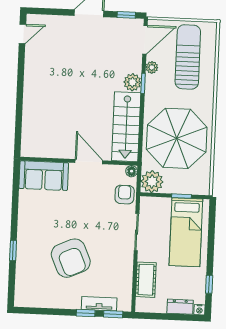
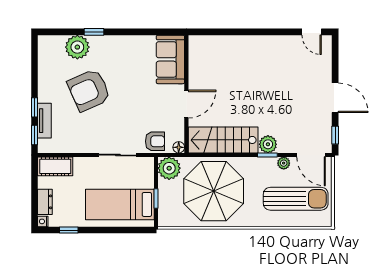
plant: (27, 268) -> (77, 47), added
cot: (146, 280) -> (55, 166), moved

